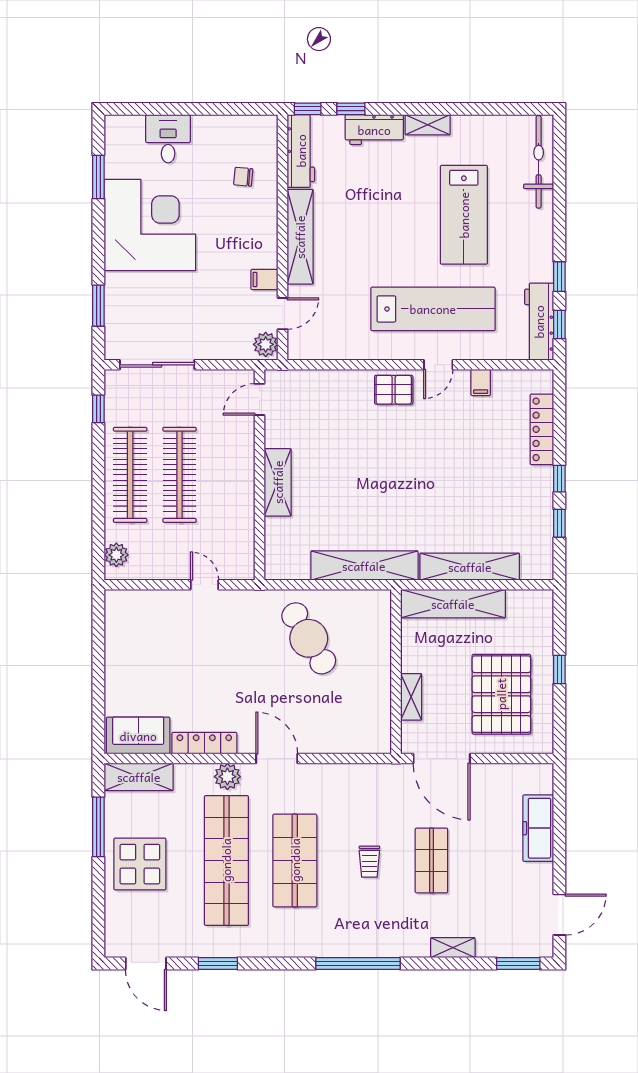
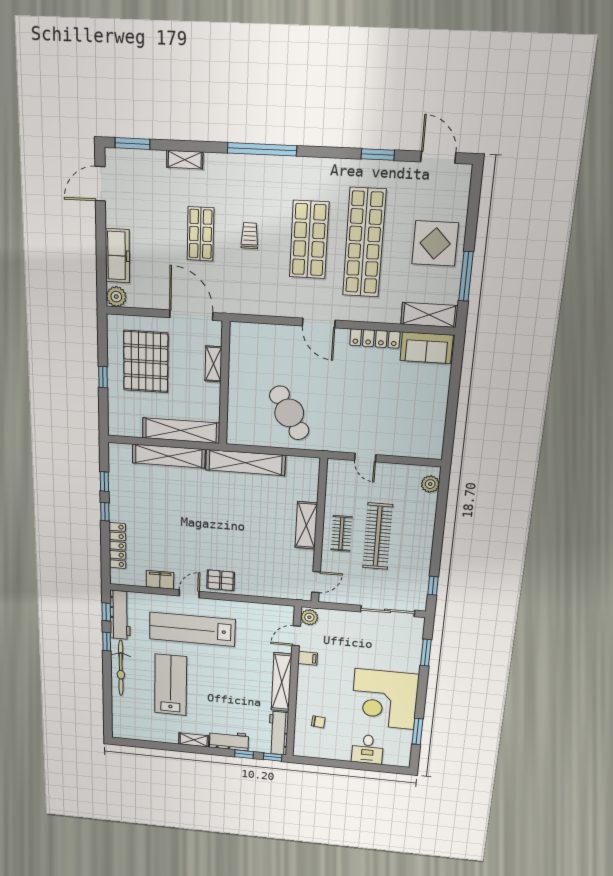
bicycle: (539, 162) -> (121, 668), moved
filing cabinet: (481, 382) -> (160, 580), width x2.00
clothes rail: (130, 475) -> (341, 533), moved, width x0.54, depth x0.76
plant: (227, 777) -> (116, 297), moved

